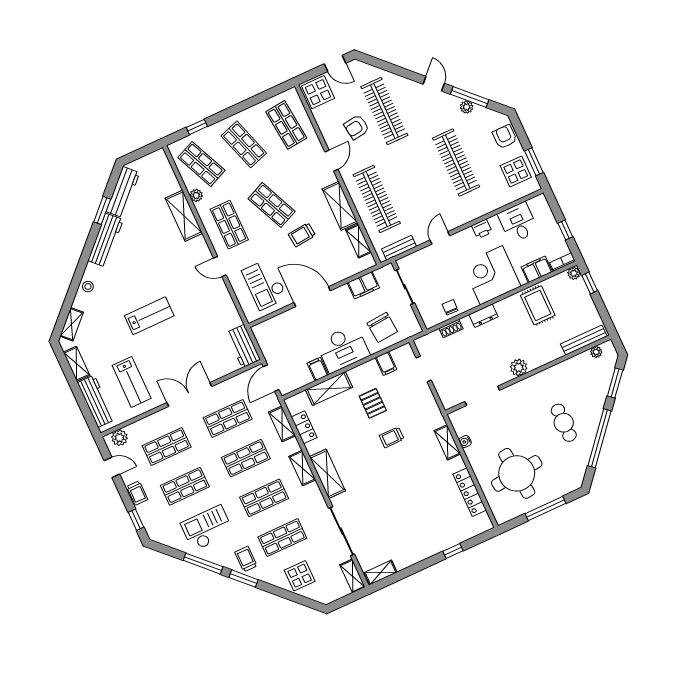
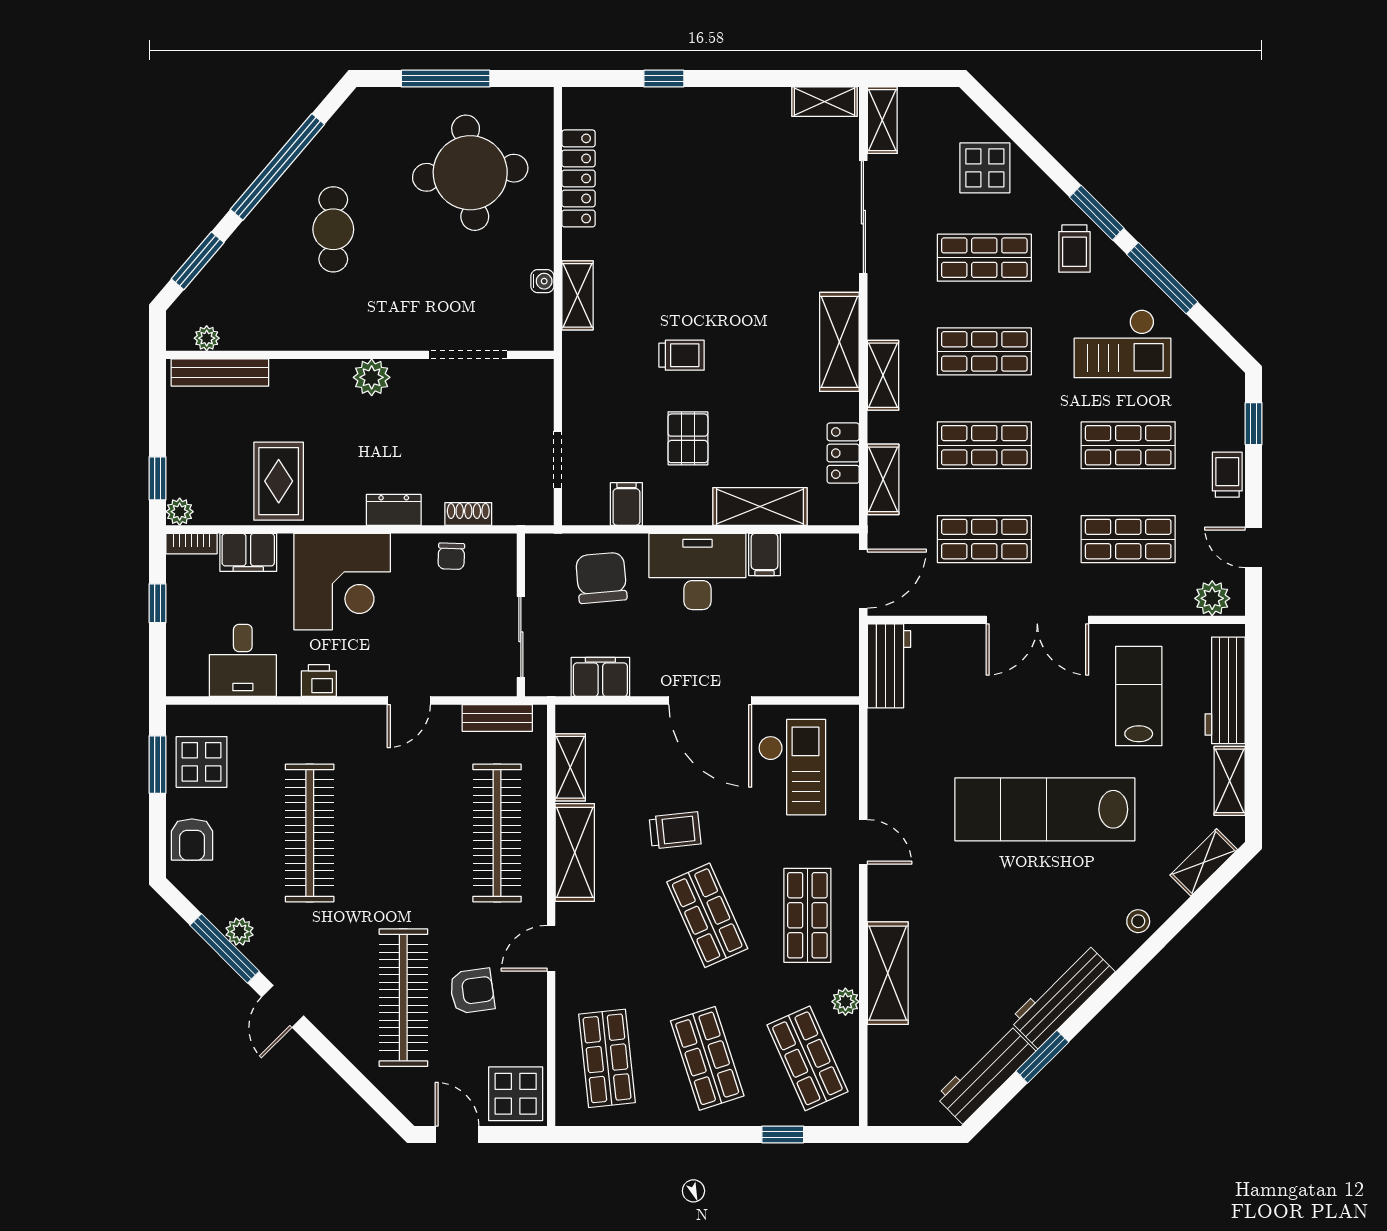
lab bench: (149, 316) -> (1045, 809), width x1.86, depth x1.39

